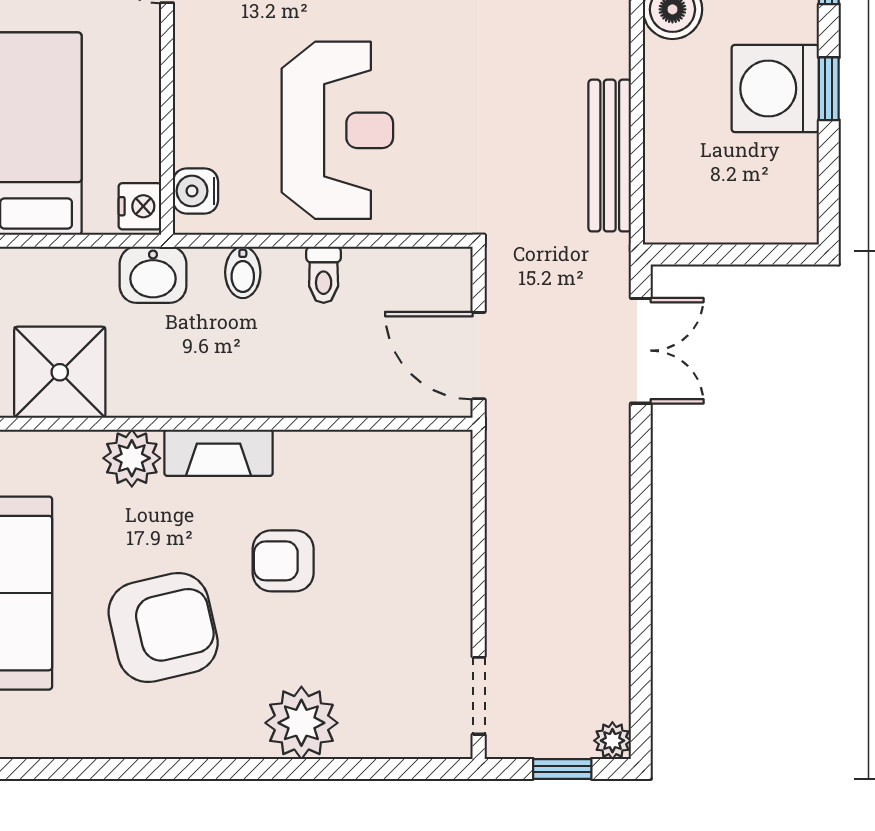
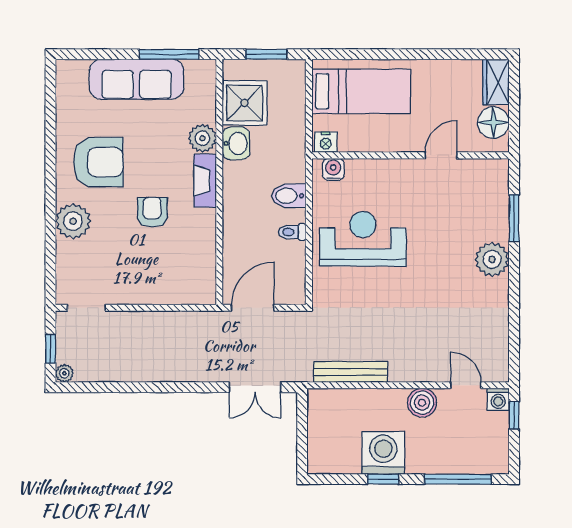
reception desk: (337, 130) -> (363, 239), turned 180
bidet: (243, 272) -> (289, 196), width x1.38, depth x1.36
washbasin: (153, 275) -> (236, 143), moved, turned 180
armchair: (163, 628) -> (98, 162), moved, turned -77

